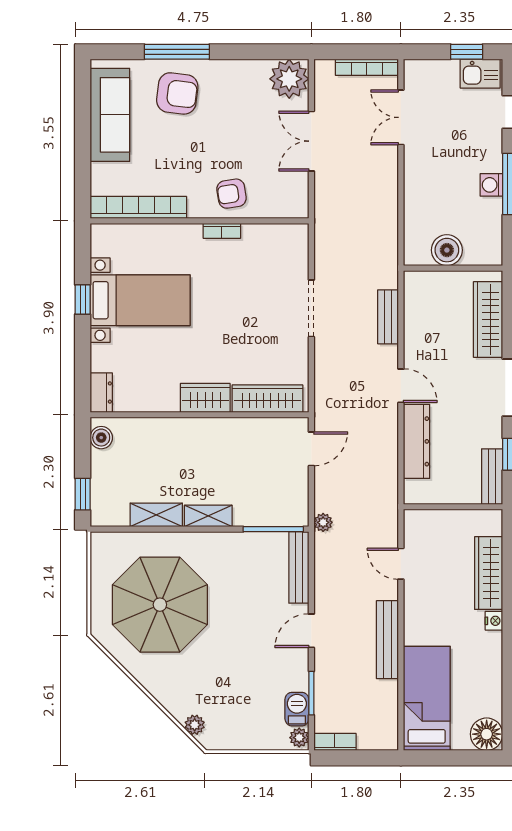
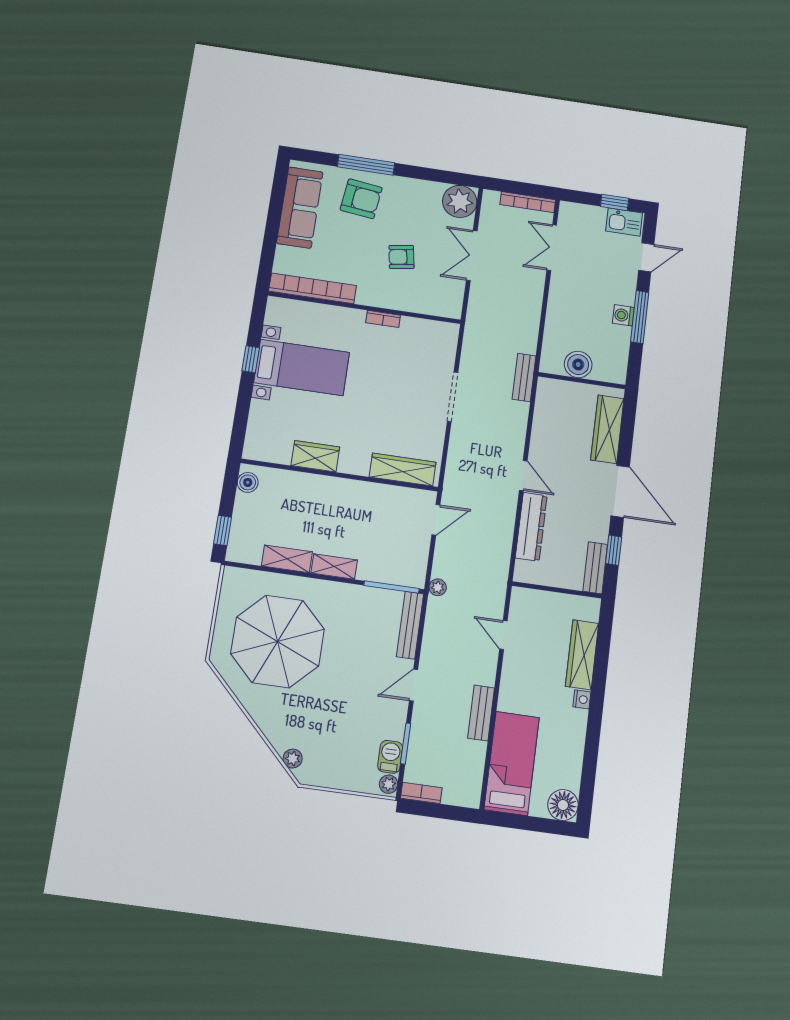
armchair: (232, 194) -> (401, 257), moved
bench: (388, 317) -> (524, 378), moved
dresser: (101, 393) -> (254, 443), removed
wardrobe: (205, 398) -> (315, 456), moved
bench: (387, 640) -> (481, 713), width x0.73

